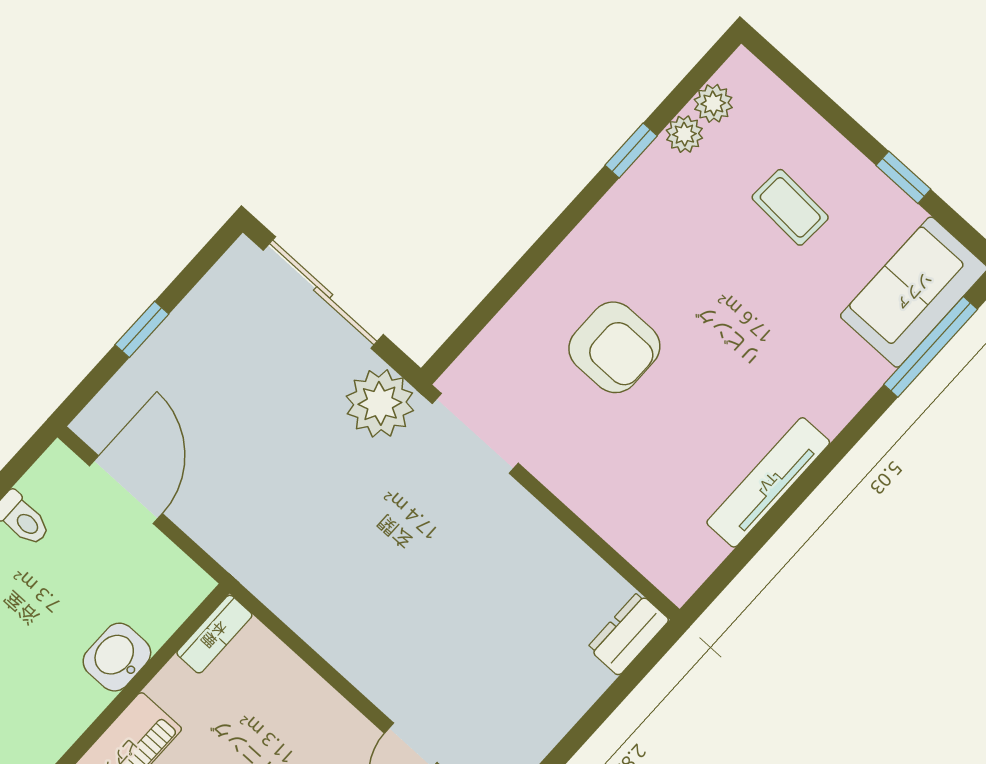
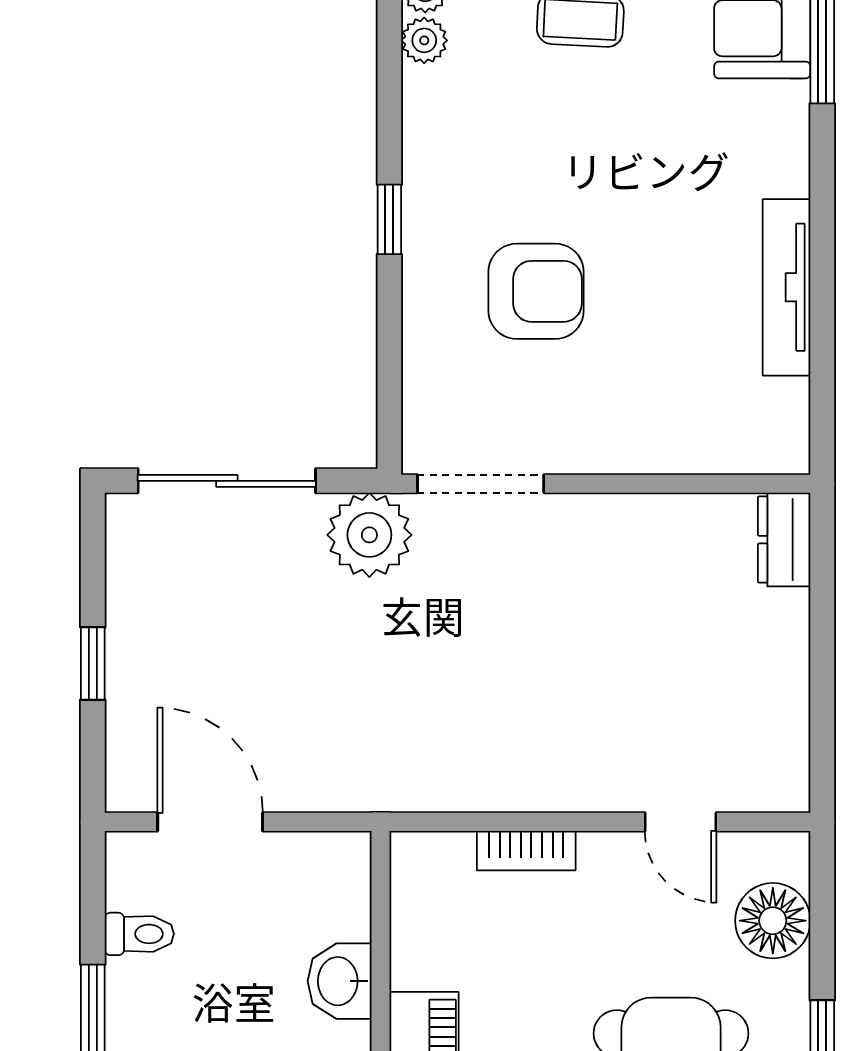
window: (631, 151) -> (389, 219), moved
bookcase: (214, 634) -> (526, 851), moved, turned 90

